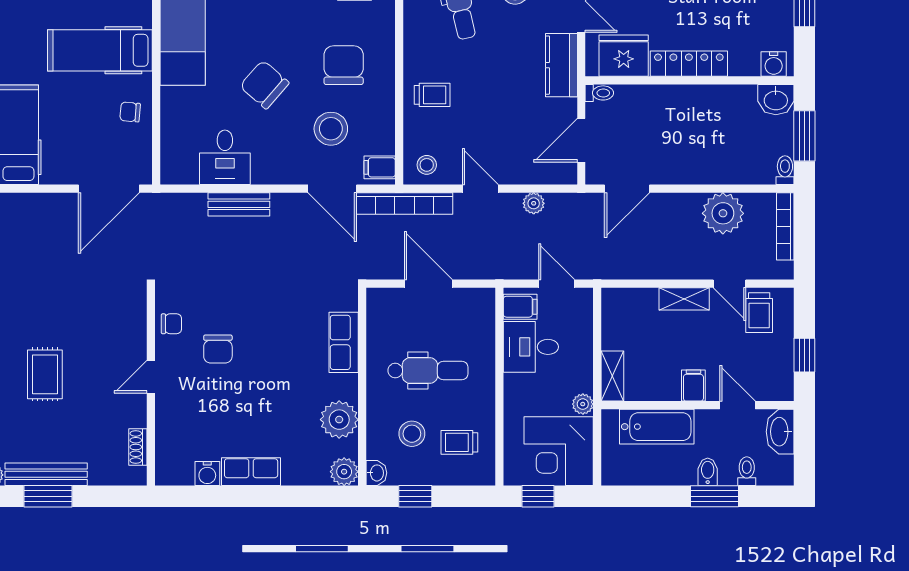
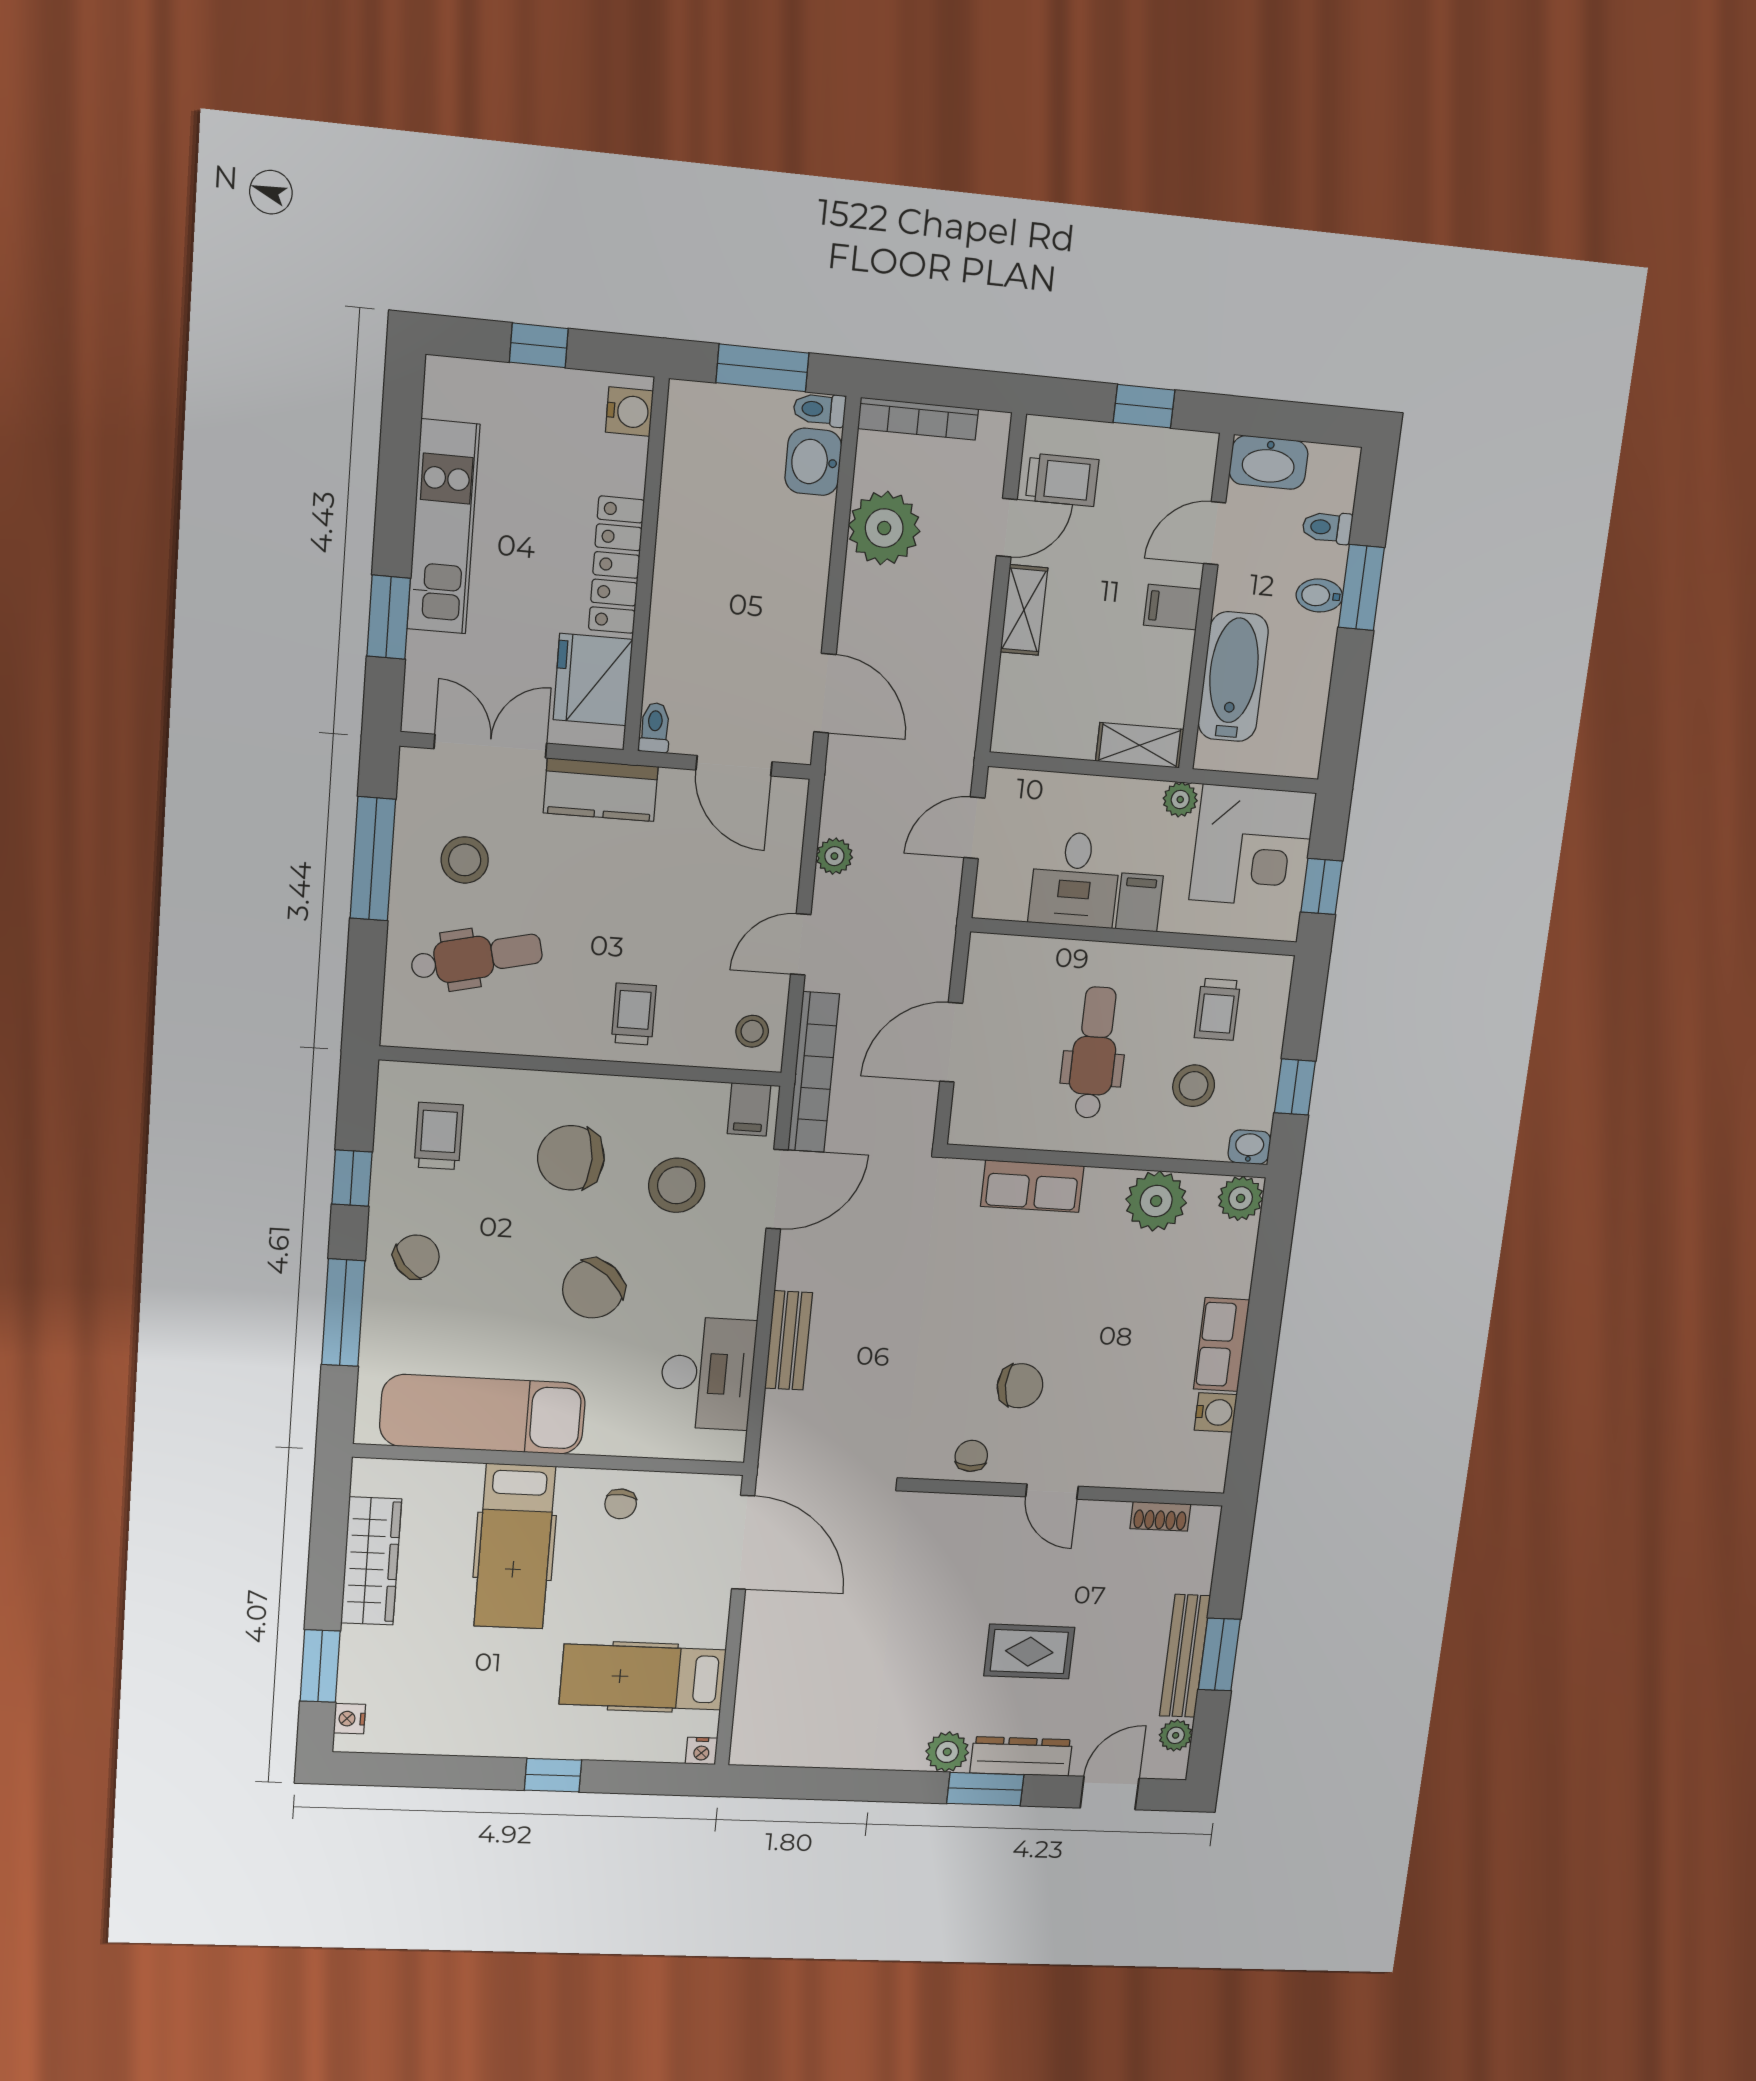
washbasin: (776, 100) -> (813, 462), moved, turned 180
desk: (225, 157) -> (707, 1373), width x1.37
filing cabinet: (520, 307) -> (1139, 902), moved

